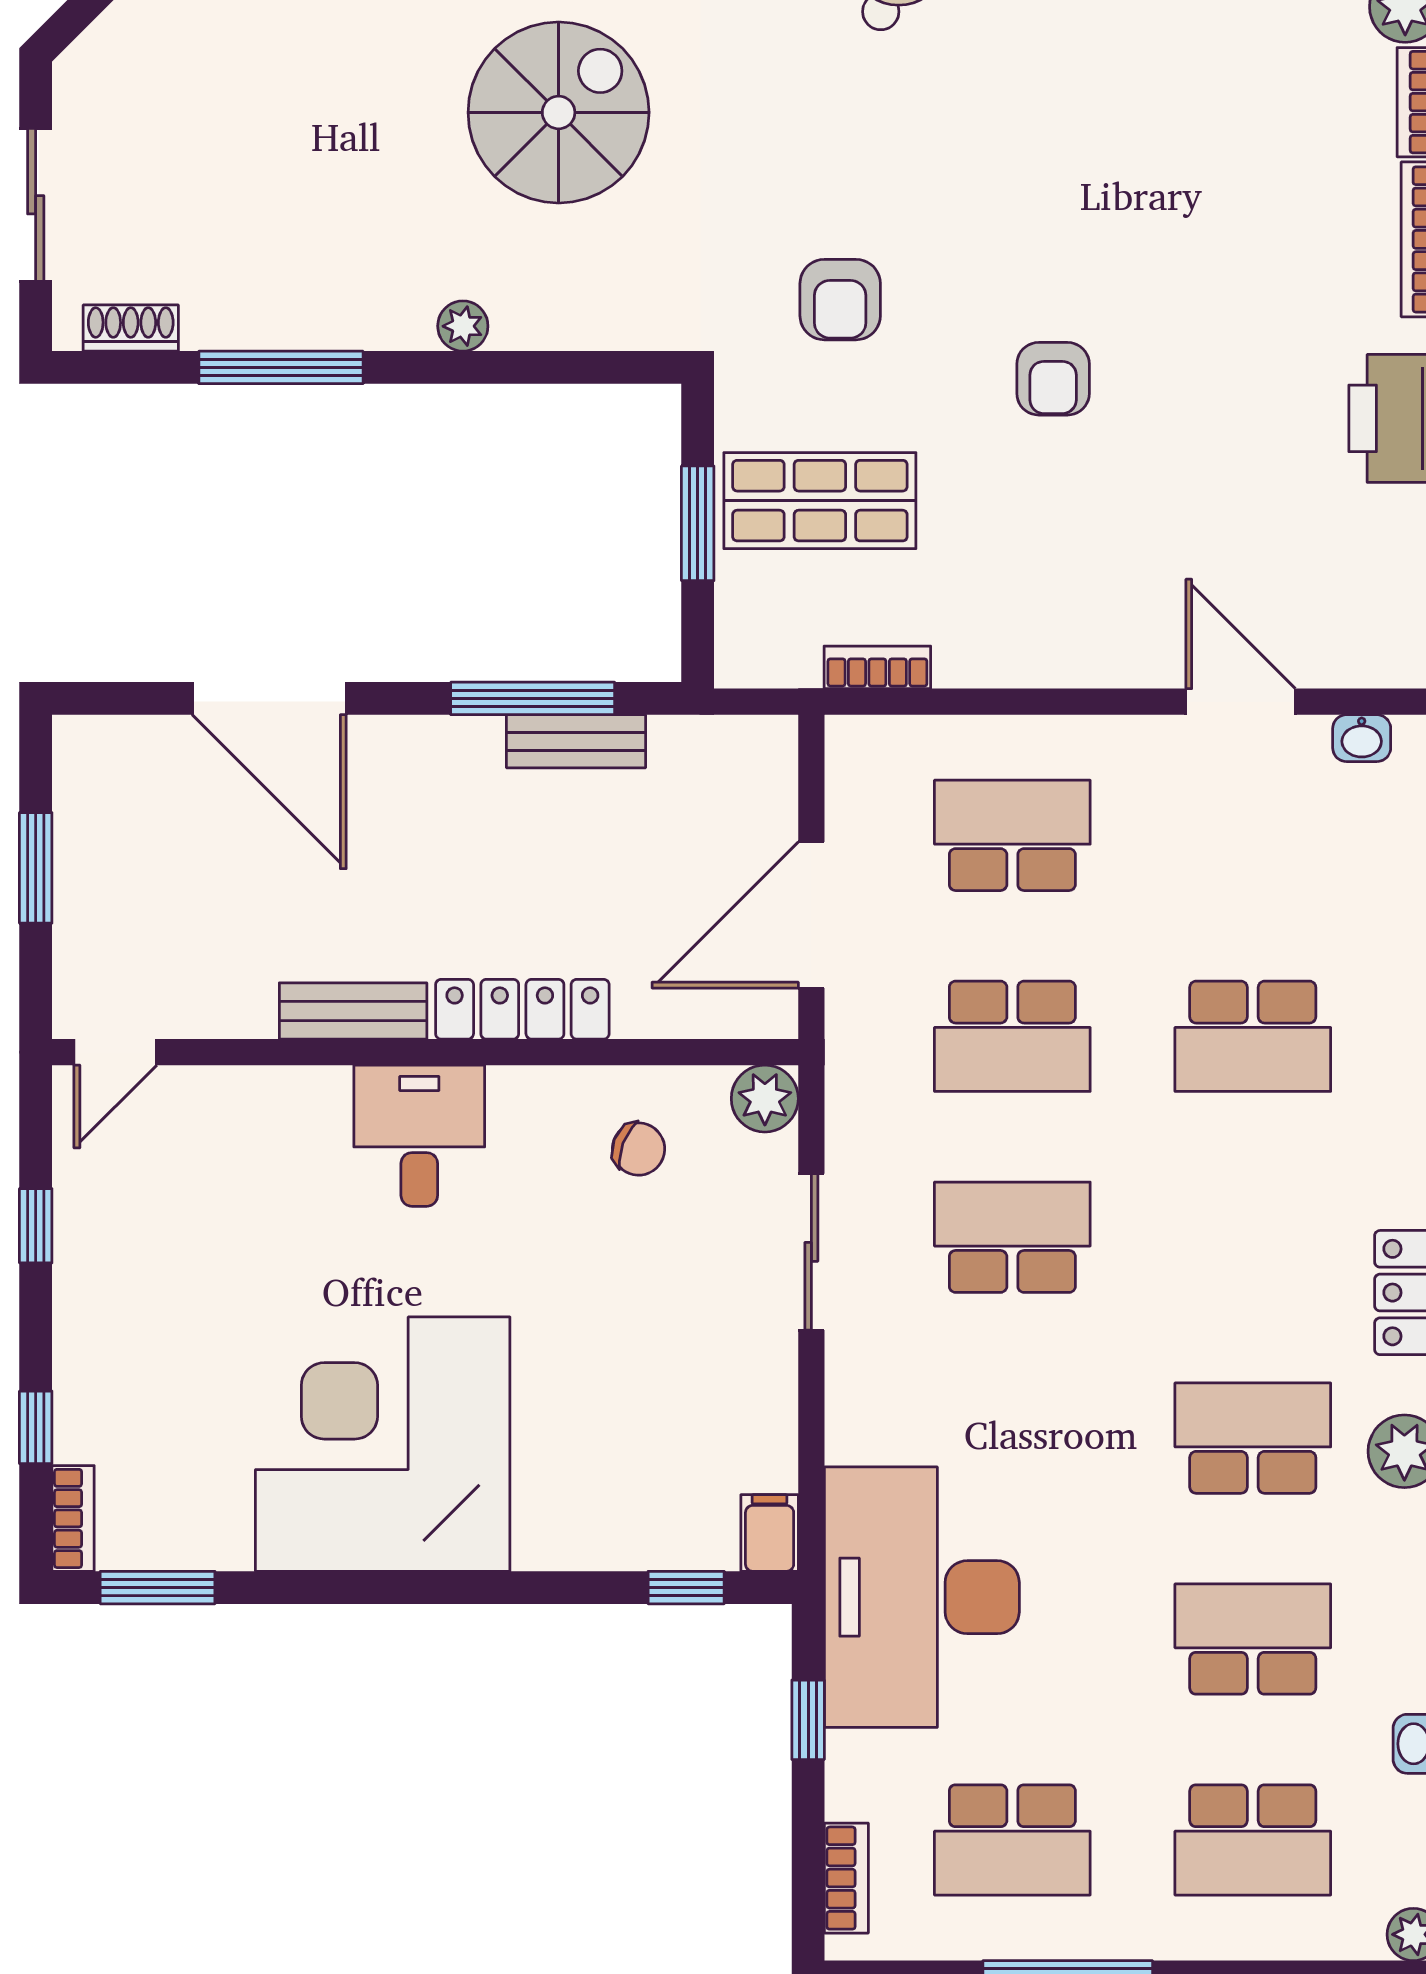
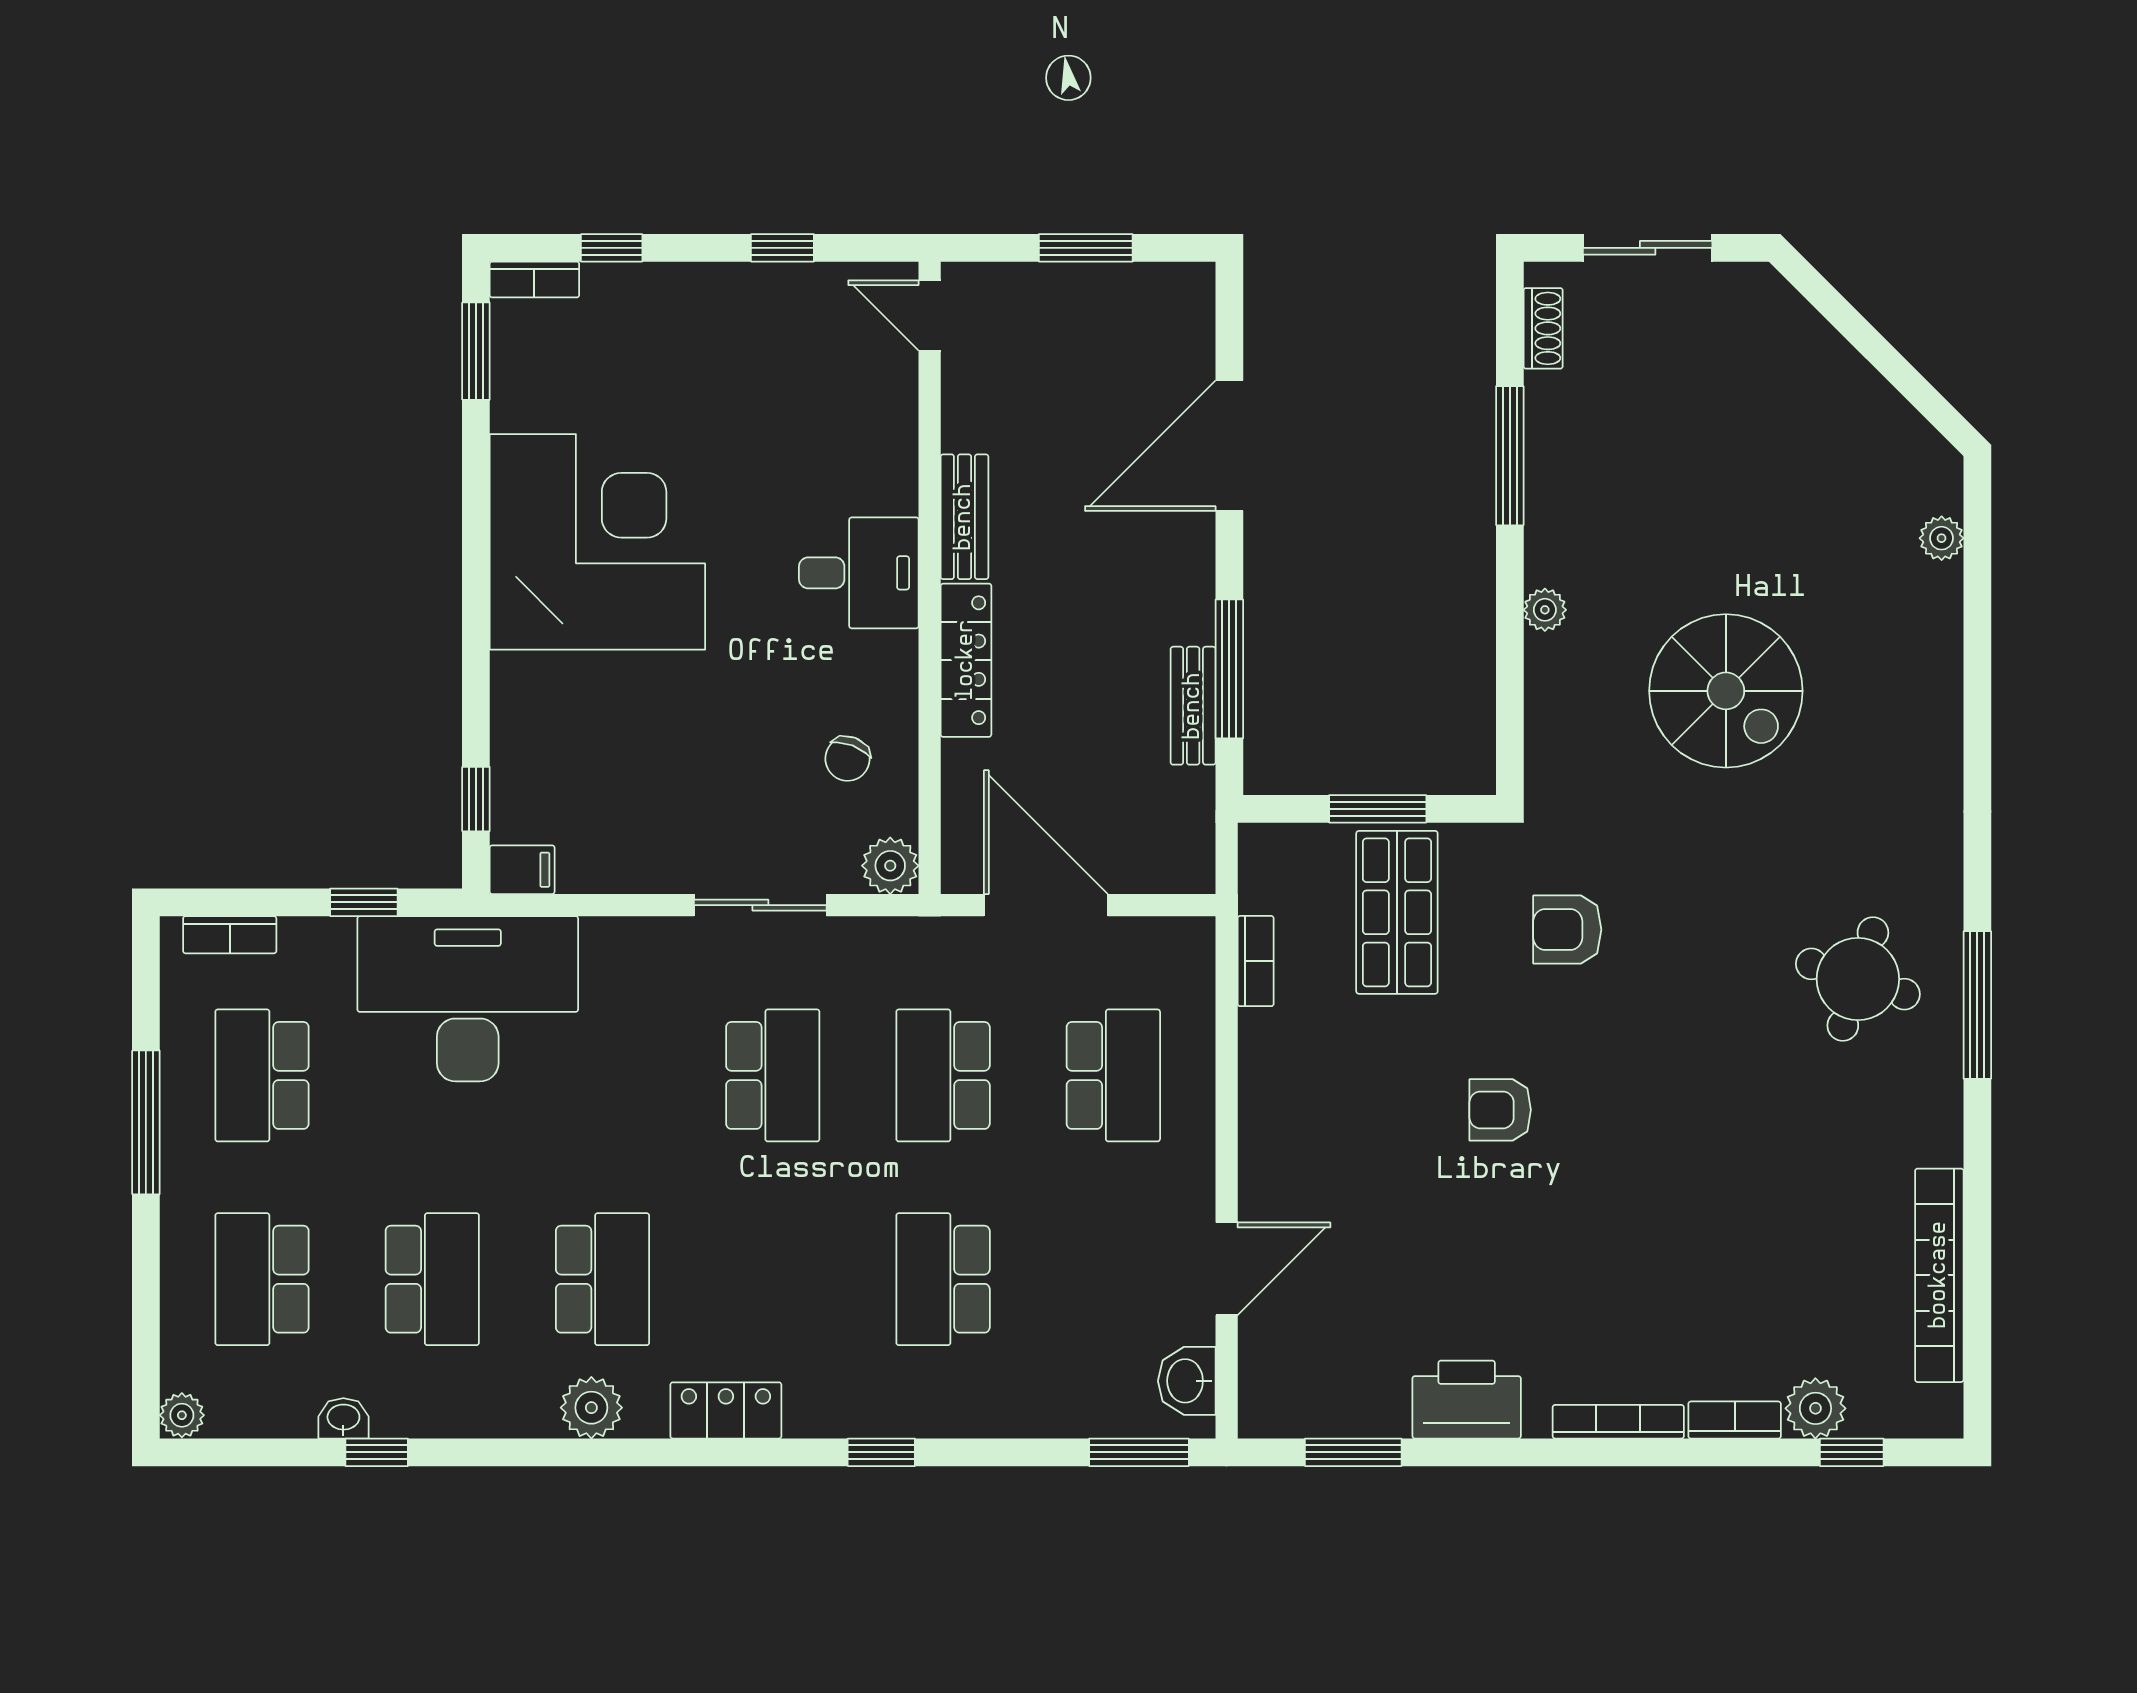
washbasin: (1362, 738) -> (1187, 1381), width x1.38, depth x1.45

